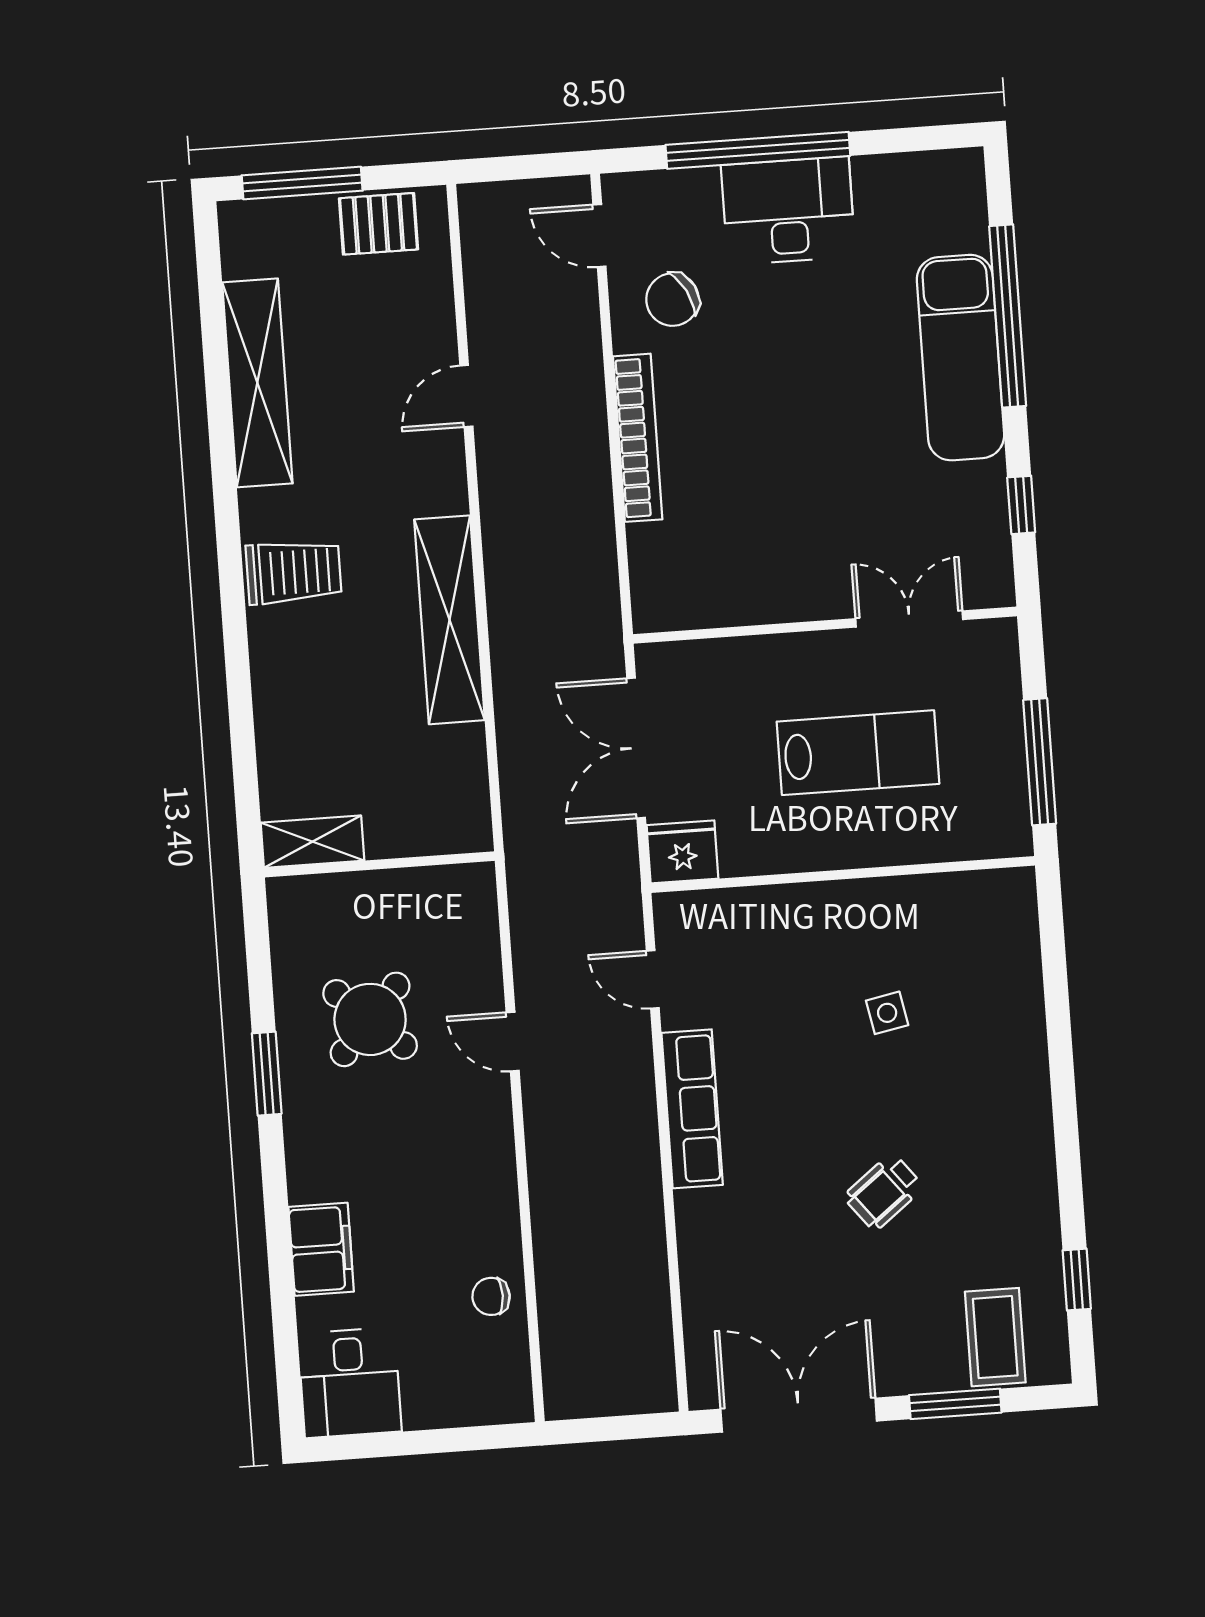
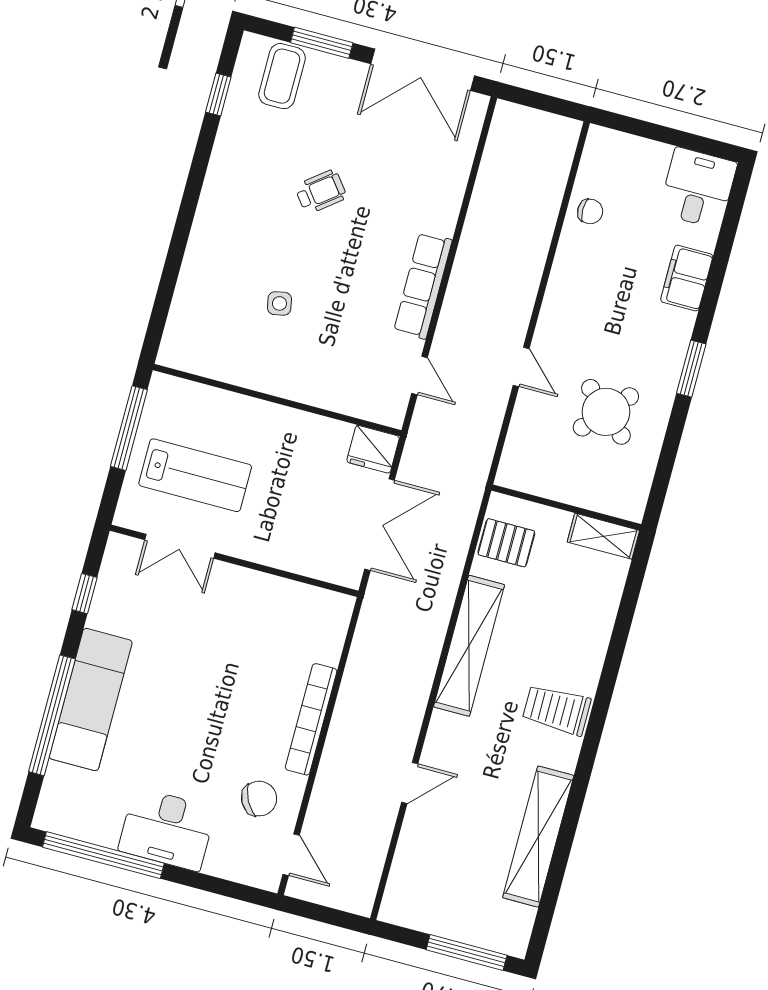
window: (758, 150) -> (103, 855), moved
pallet: (379, 224) -> (506, 543), moved
lab bench: (858, 753) -> (195, 475), moved, turned 180
window: (267, 1074) -> (691, 369), moved

